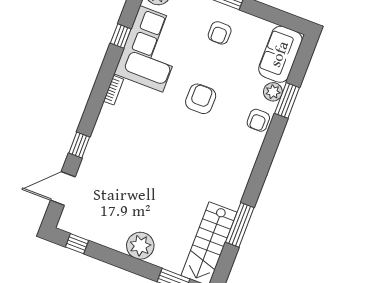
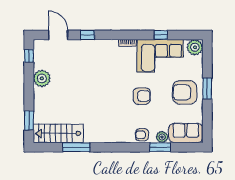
armchair: (220, 33) -> (185, 92), width x1.88, depth x1.88
plant: (140, 246) -> (42, 78), moved

